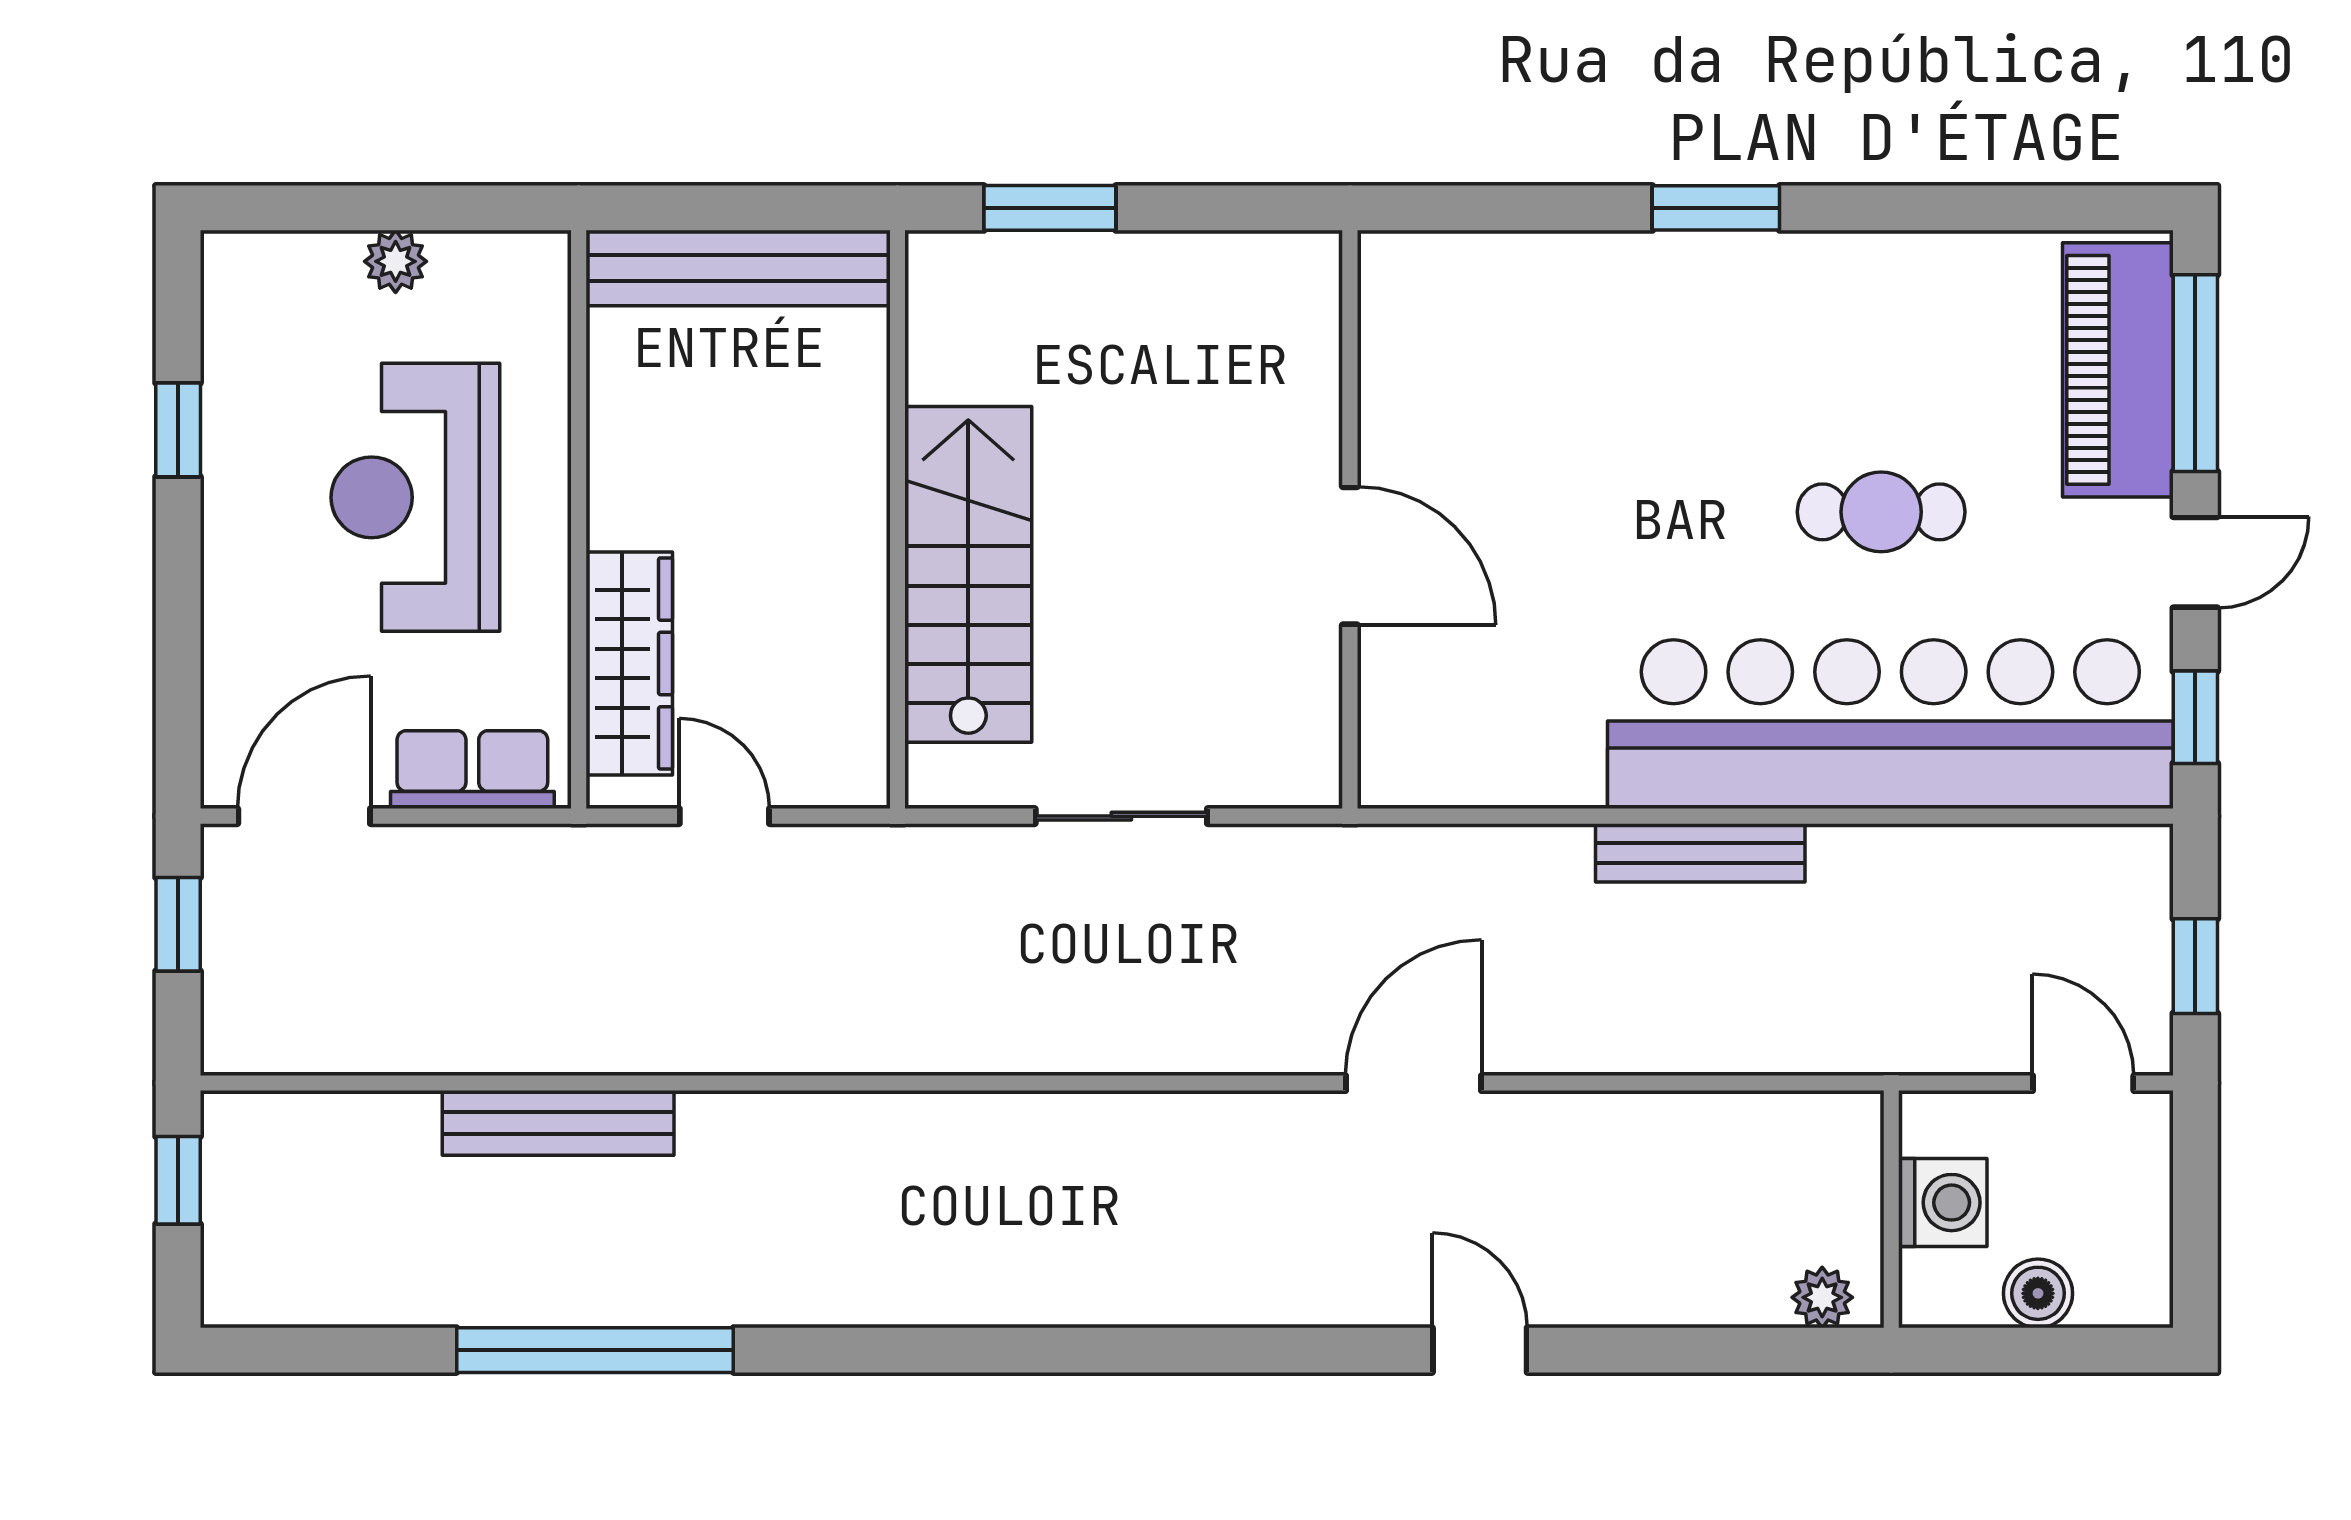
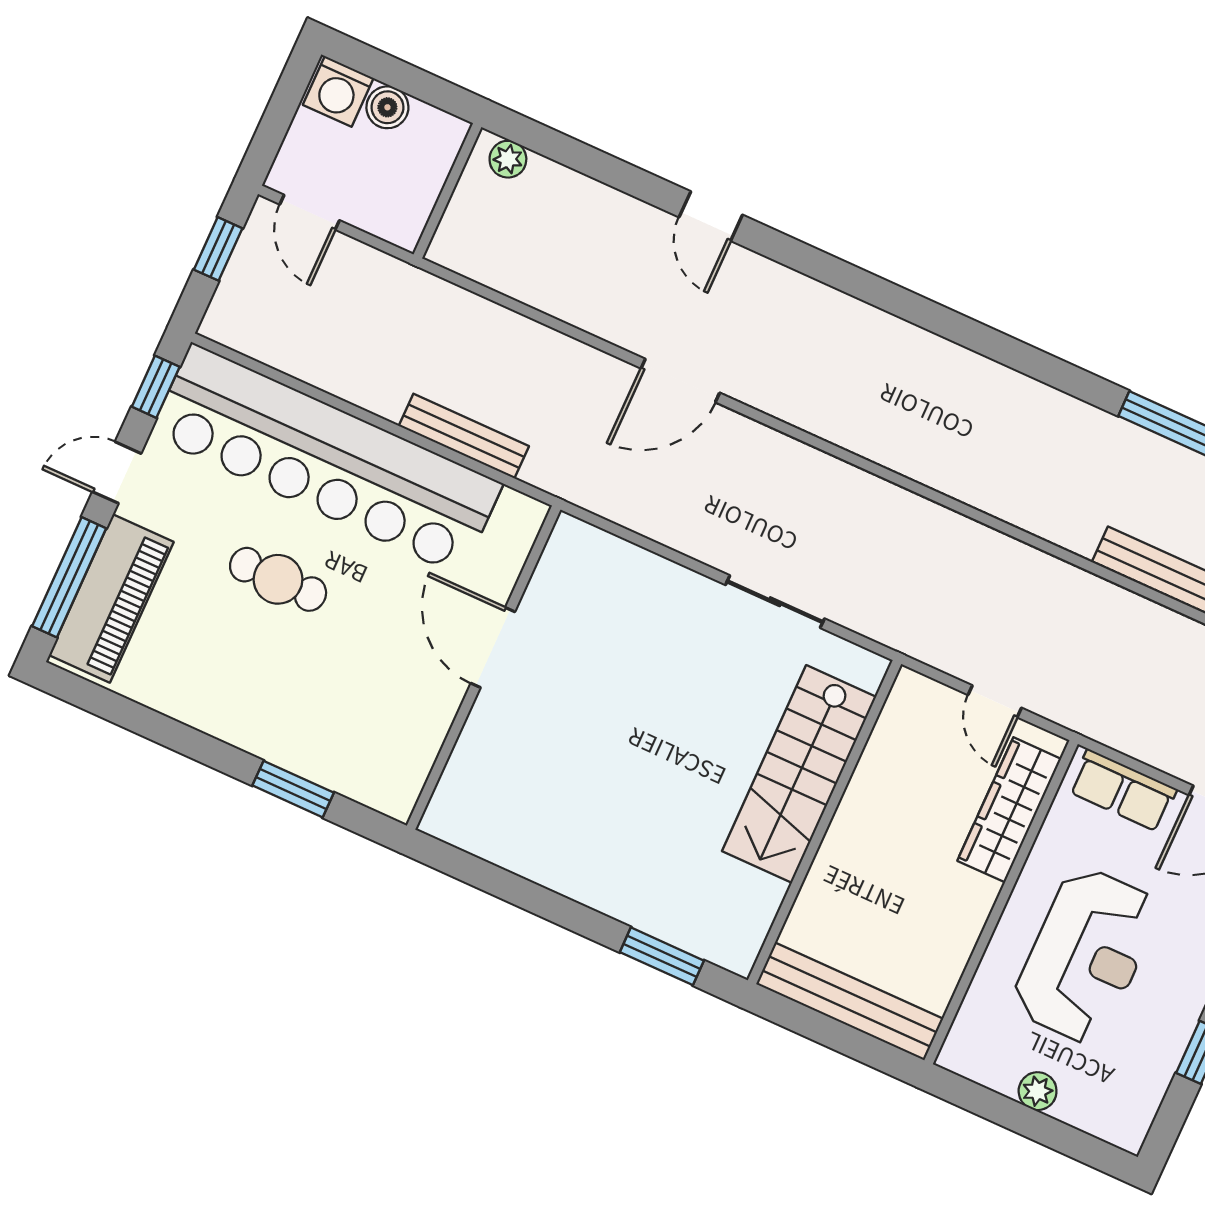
wall: (1350, 519) -> (484, 668), moved
door: (1350, 556) -> (493, 647), moved
washing machine: (1943, 1203) -> (338, 91), moved, turned -90

